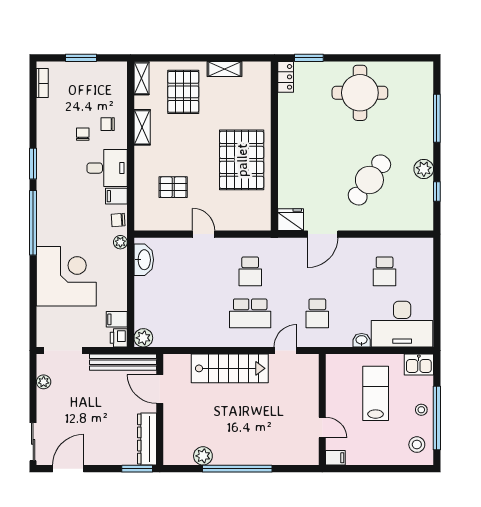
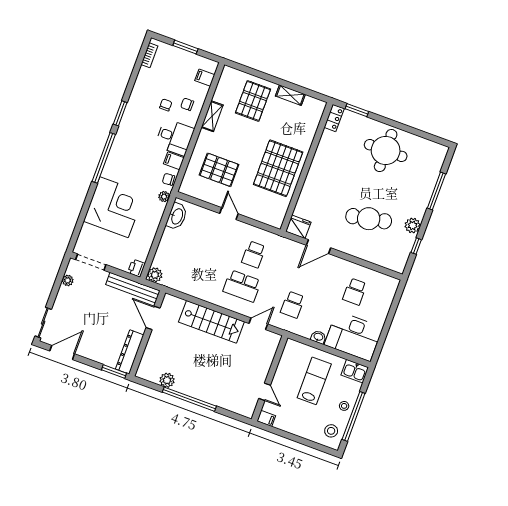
shelving: (141, 78) -> (225, 79), removed
cafe table: (369, 180) -> (369, 219), turned 43
pallet: (173, 187) -> (219, 170), width x1.50, depth x1.42
filing cabinet: (117, 319) -> (205, 78), moved

